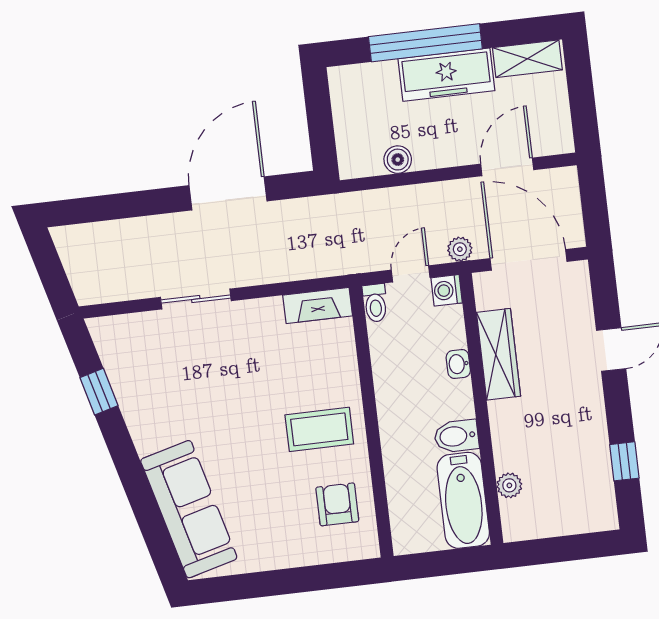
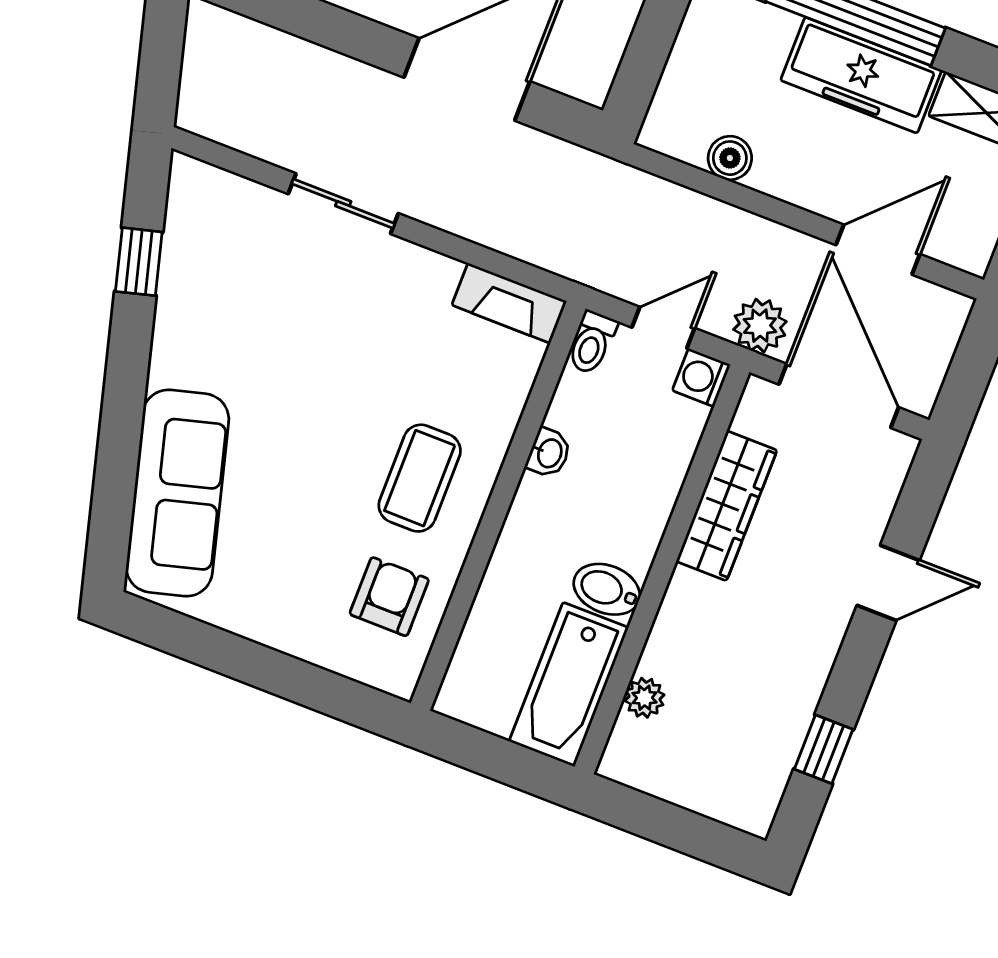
plant: (460, 249) -> (760, 326), width x1.38, depth x1.38
washbasin: (458, 364) -> (549, 453), moved, turned 180
coffee table: (319, 429) -> (420, 478), turned 90

